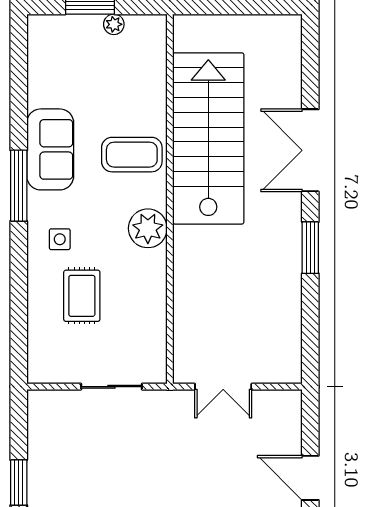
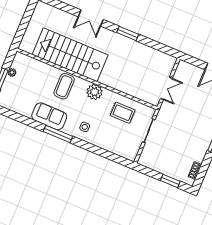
double door: (310, 150) -> (91, 18), width x0.73
rug: (82, 296) -> (123, 113), moved

